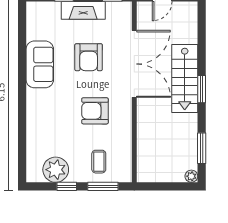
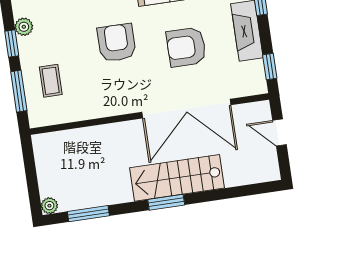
armchair: (95, 111) -> (117, 43), moved
coffee table: (99, 162) -> (51, 81), turned 90
plant: (56, 170) -> (24, 27), width x0.53, depth x0.53

